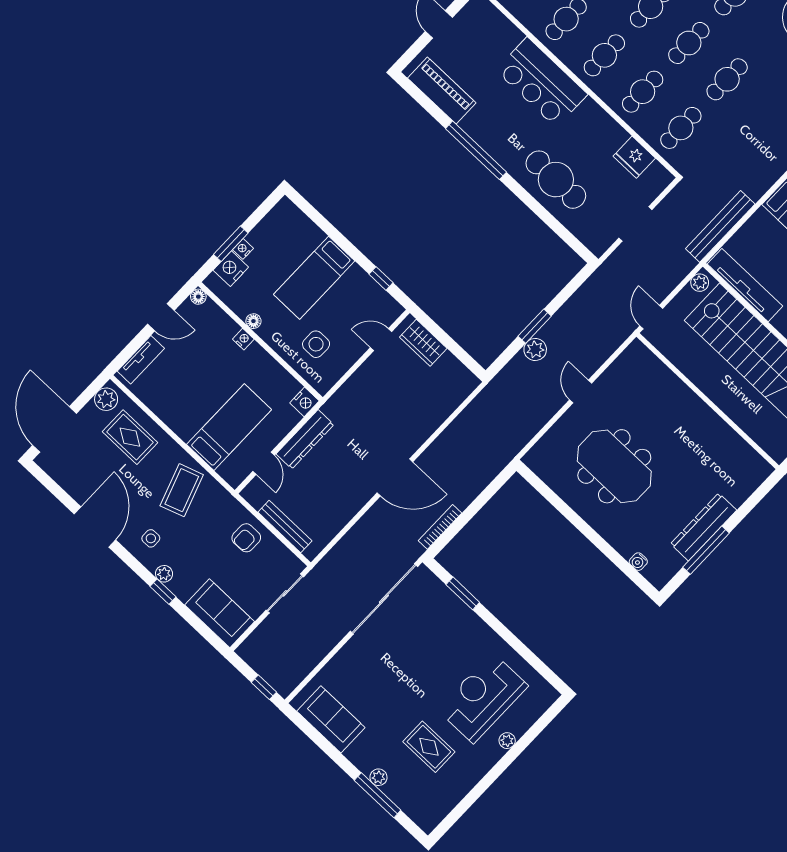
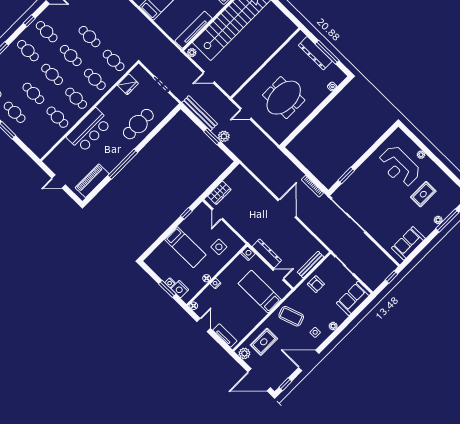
bench: (720, 226) -> (200, 113), moved
wall: (708, 401) -> (265, 63), moved
window: (163, 592) -> (285, 384), moved

